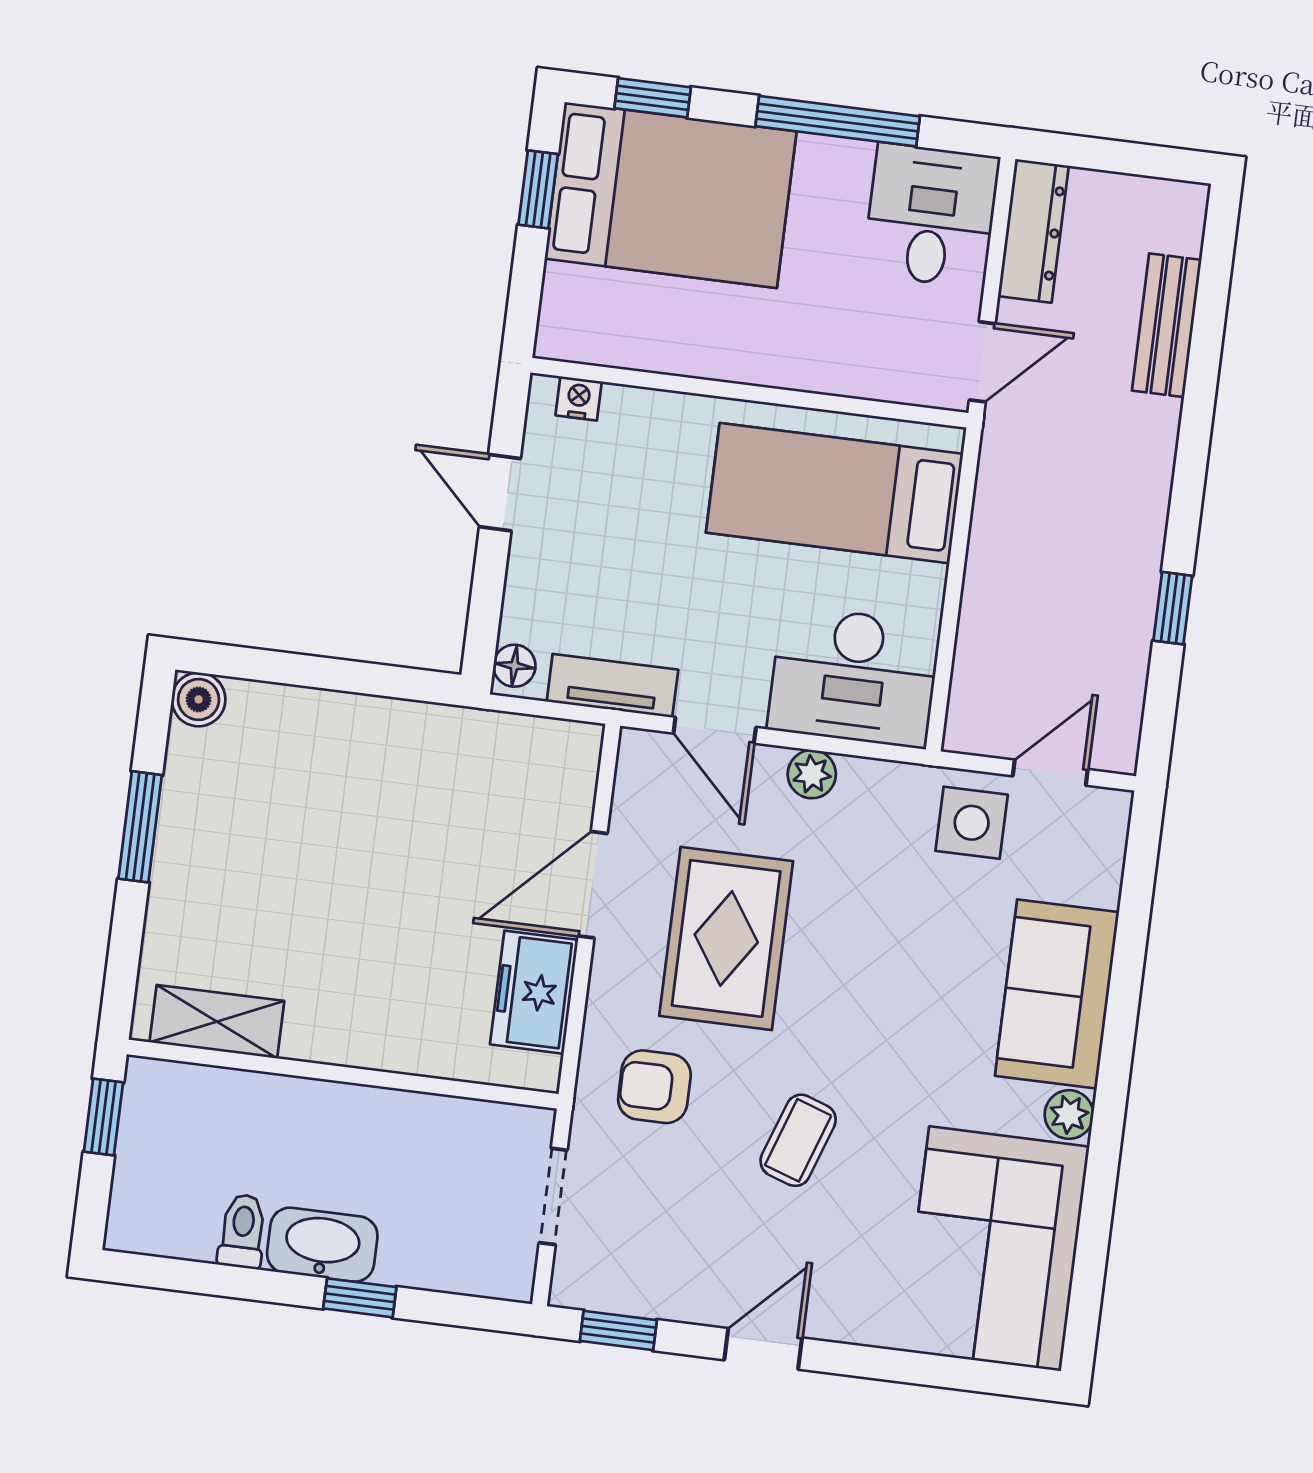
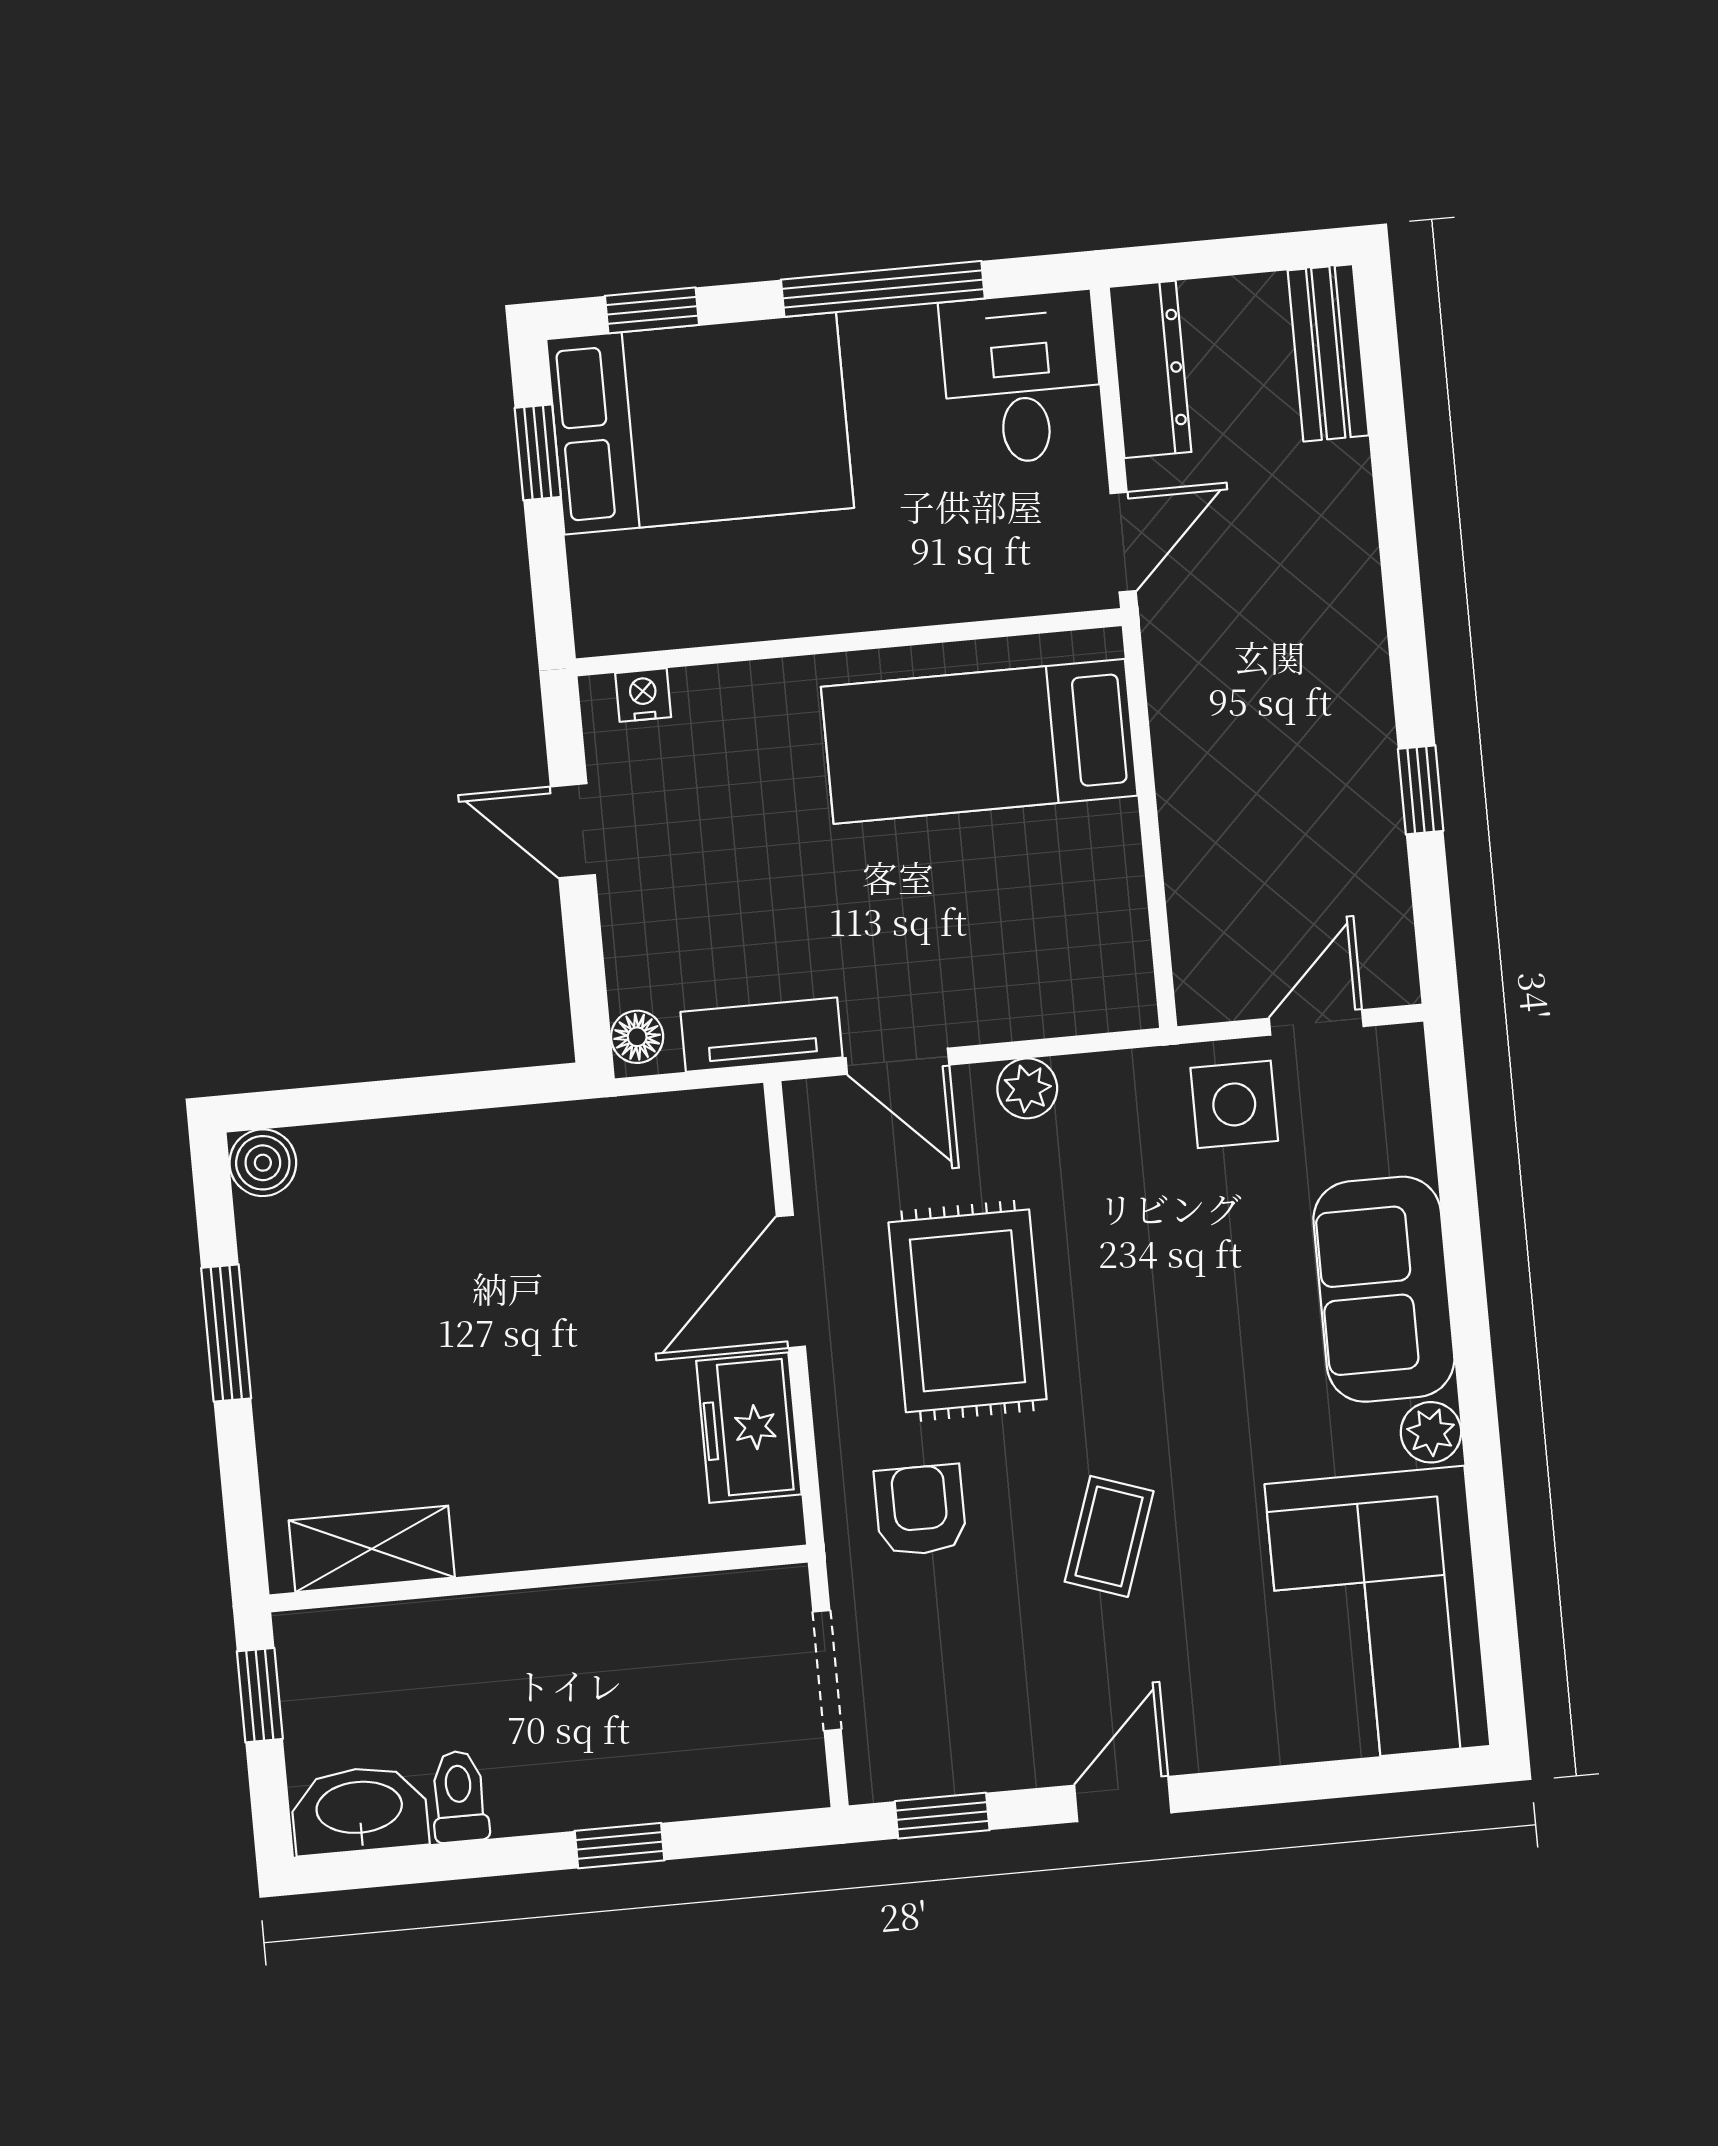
bench: (1167, 325) -> (1328, 353), moved
desk: (854, 677) -> (1052, 959), removed
armchair: (654, 1087) -> (920, 1510), turned 90
washbasin: (322, 1245) -> (359, 1810), moved

